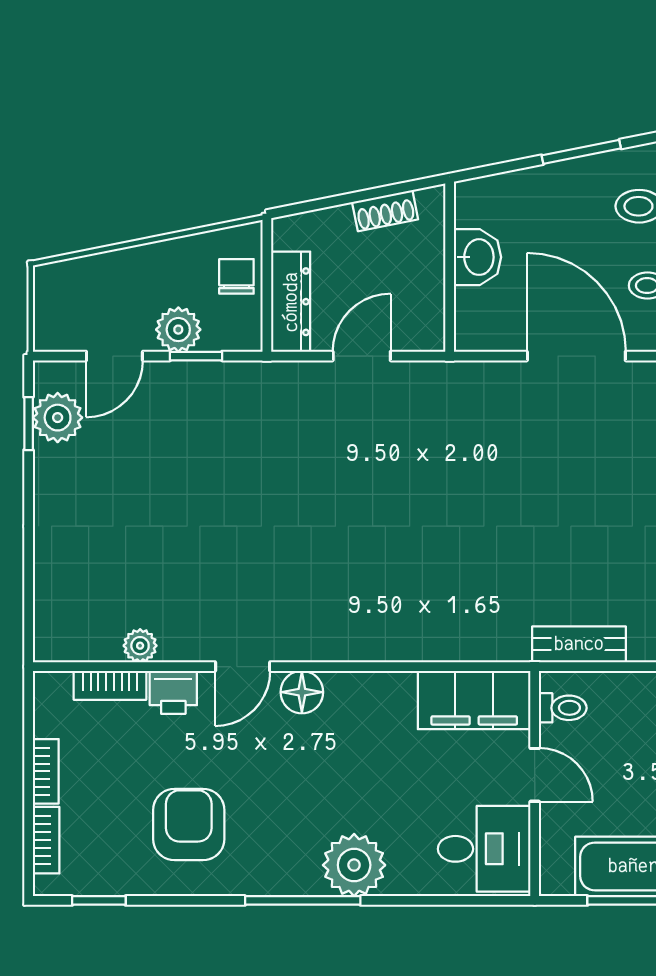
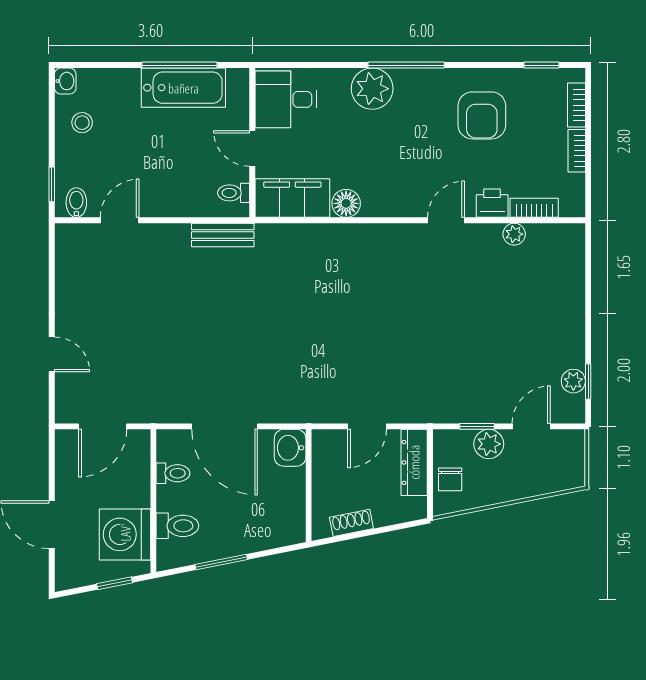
washbasin: (478, 257) -> (290, 448), moved
plant: (58, 418) -> (573, 381), width x0.73, depth x0.73
floor lamp: (302, 692) -> (346, 203), moved

